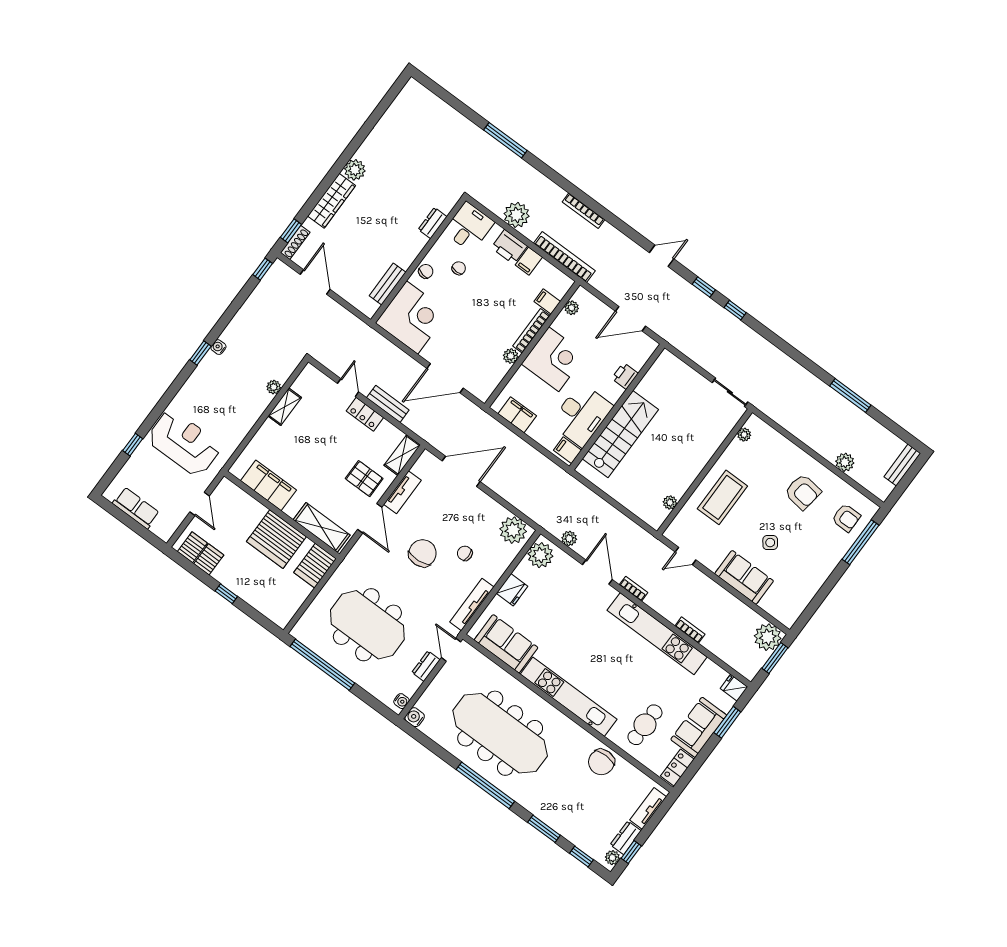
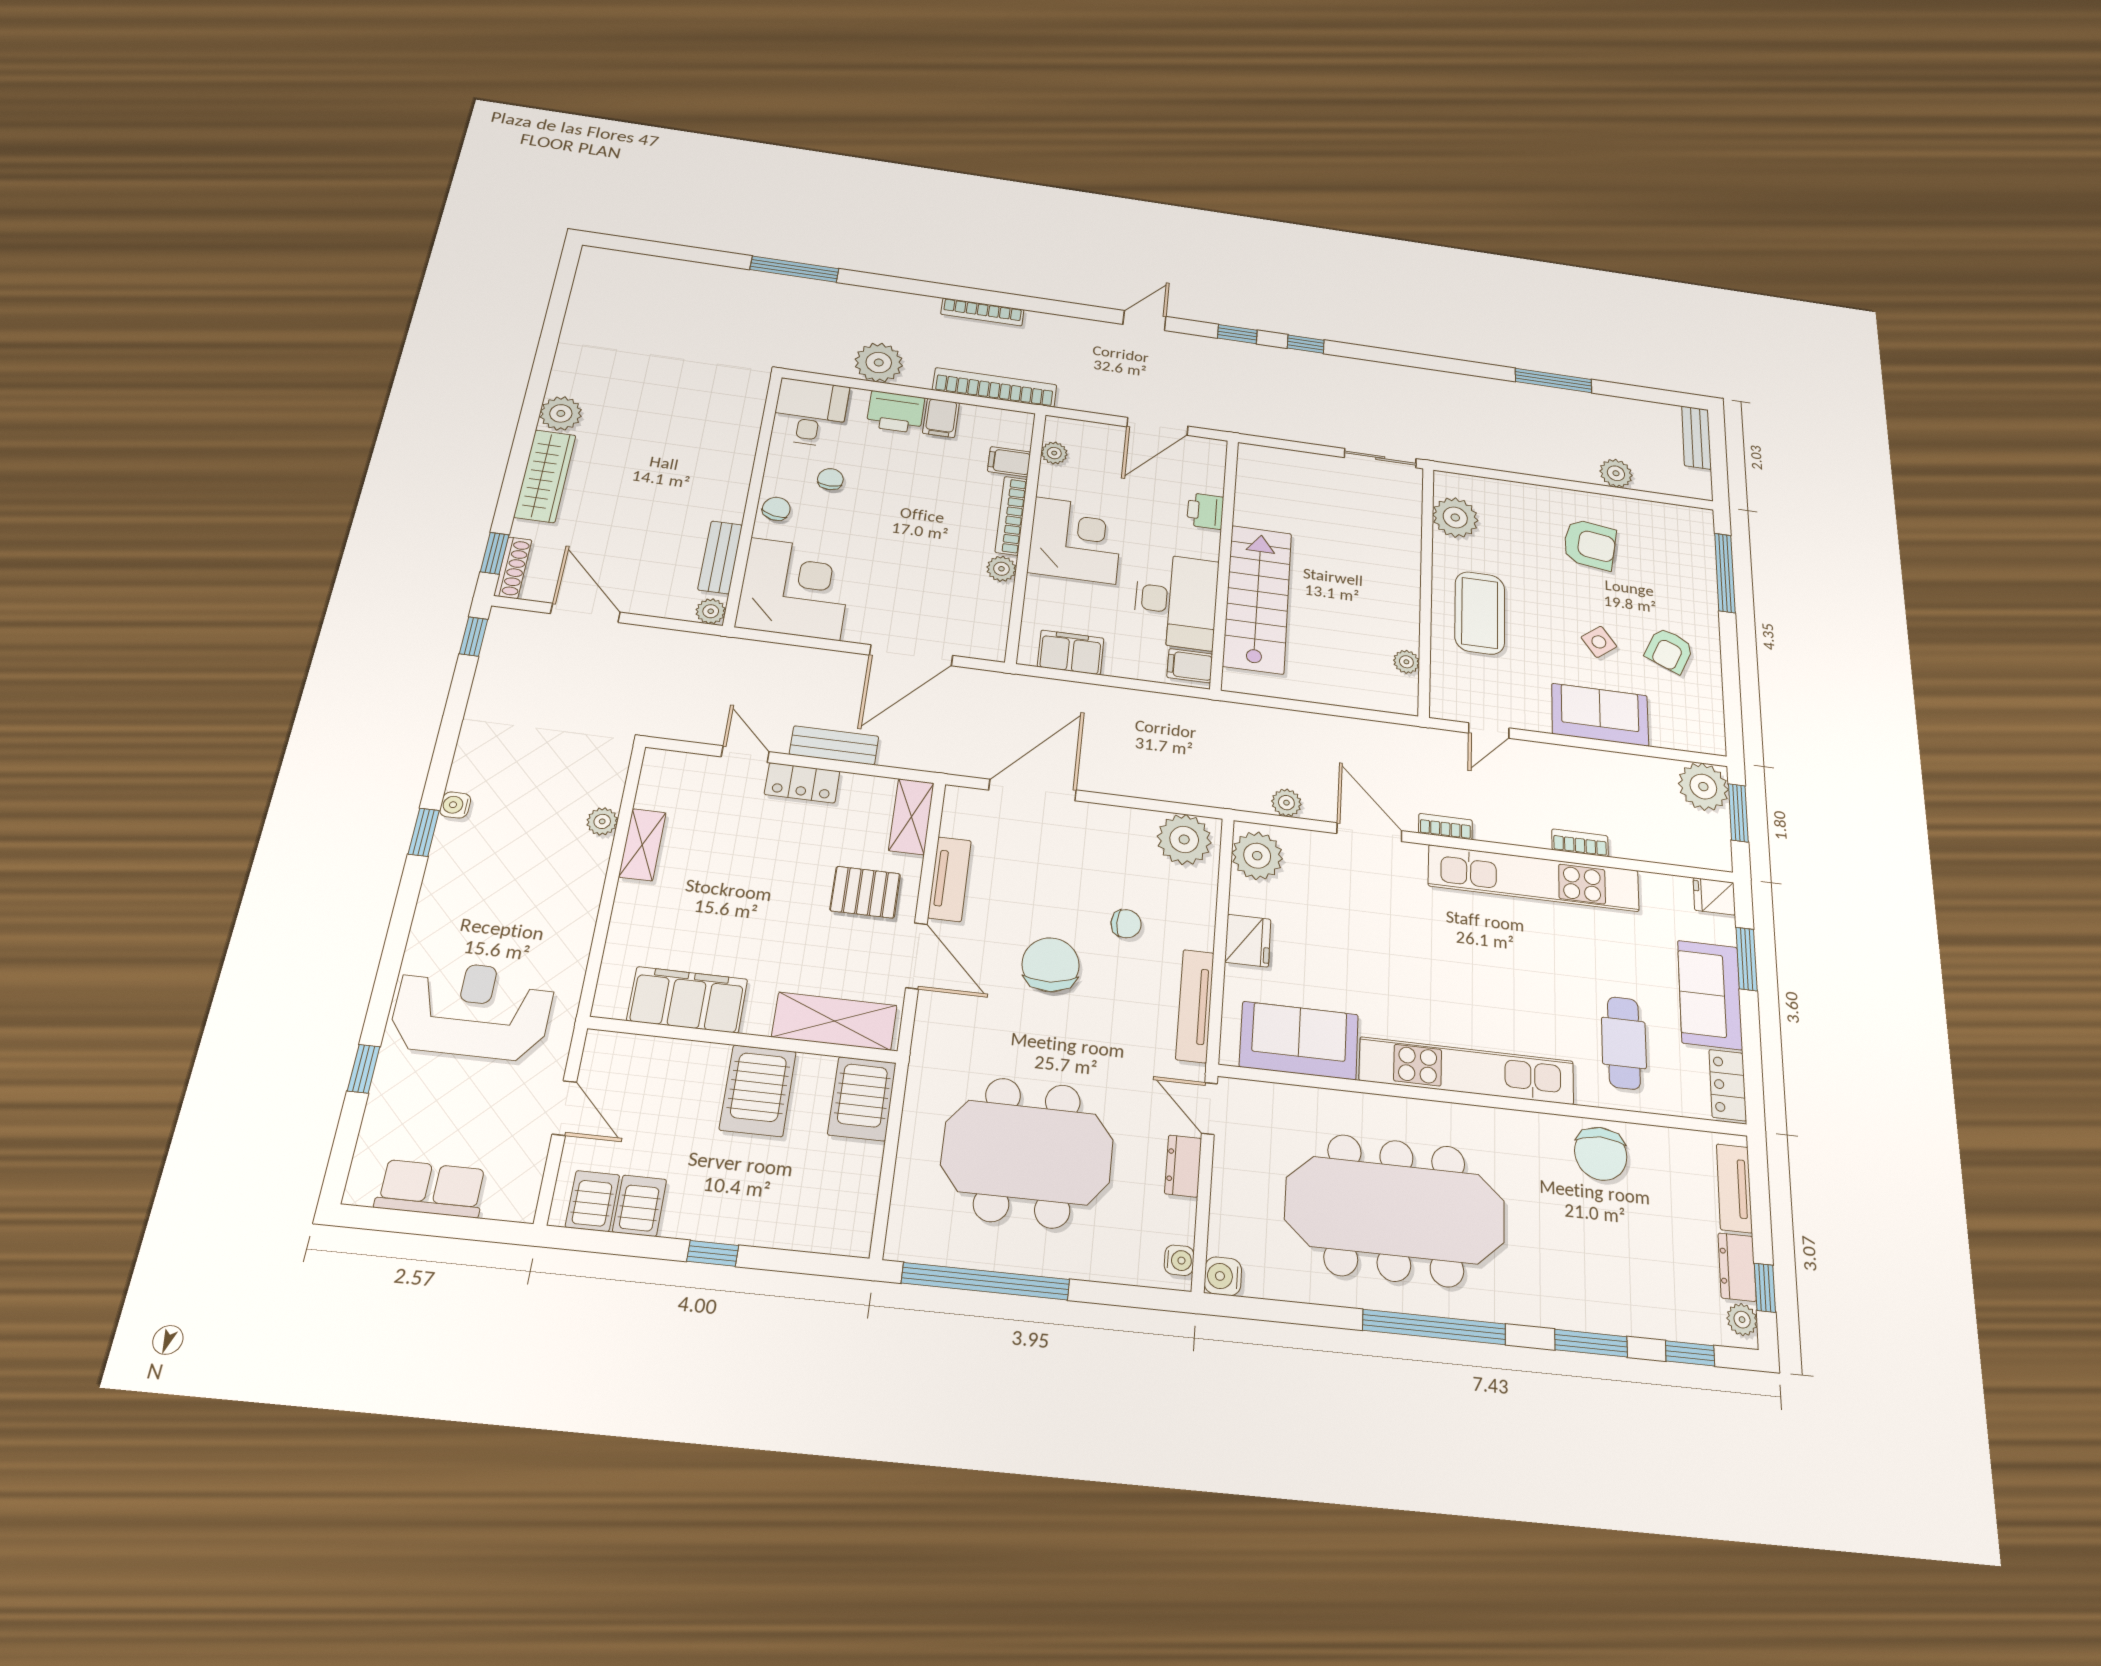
dresser: (433, 223) -> (745, 433), removed
plant: (369, 310) -> (711, 611), added
plant: (744, 435) -> (1455, 517), width x1.88, depth x1.88
armchair: (846, 518) -> (1669, 650), moved, turned 114
server rack: (276, 539) -> (758, 1091), width x0.62
chair: (465, 553) -> (1126, 924), turned 180

